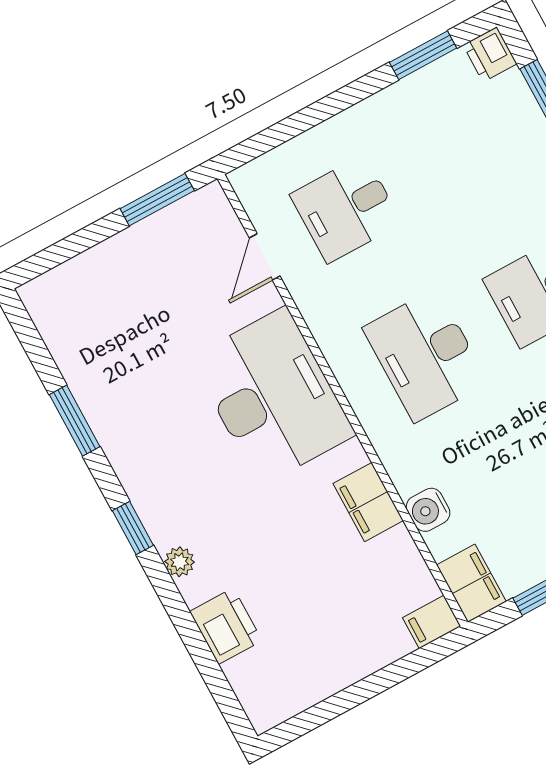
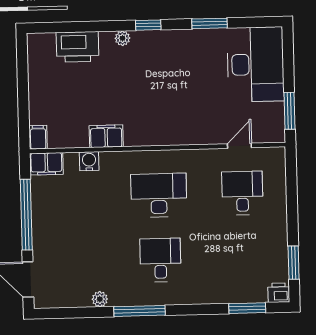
door: (265, 257) -> (239, 146), hinge flipped
desk: (273, 396) -> (256, 64), moved, turned -90
printer: (226, 626) -> (78, 47), width x1.37, depth x1.19

